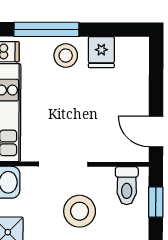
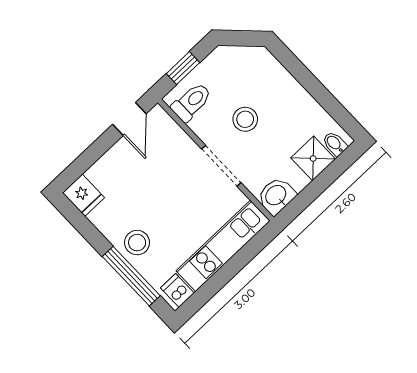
fridge: (101, 52) -> (83, 195), moved, turned 90
stool: (80, 211) -> (245, 119), width x0.73, depth x0.73

